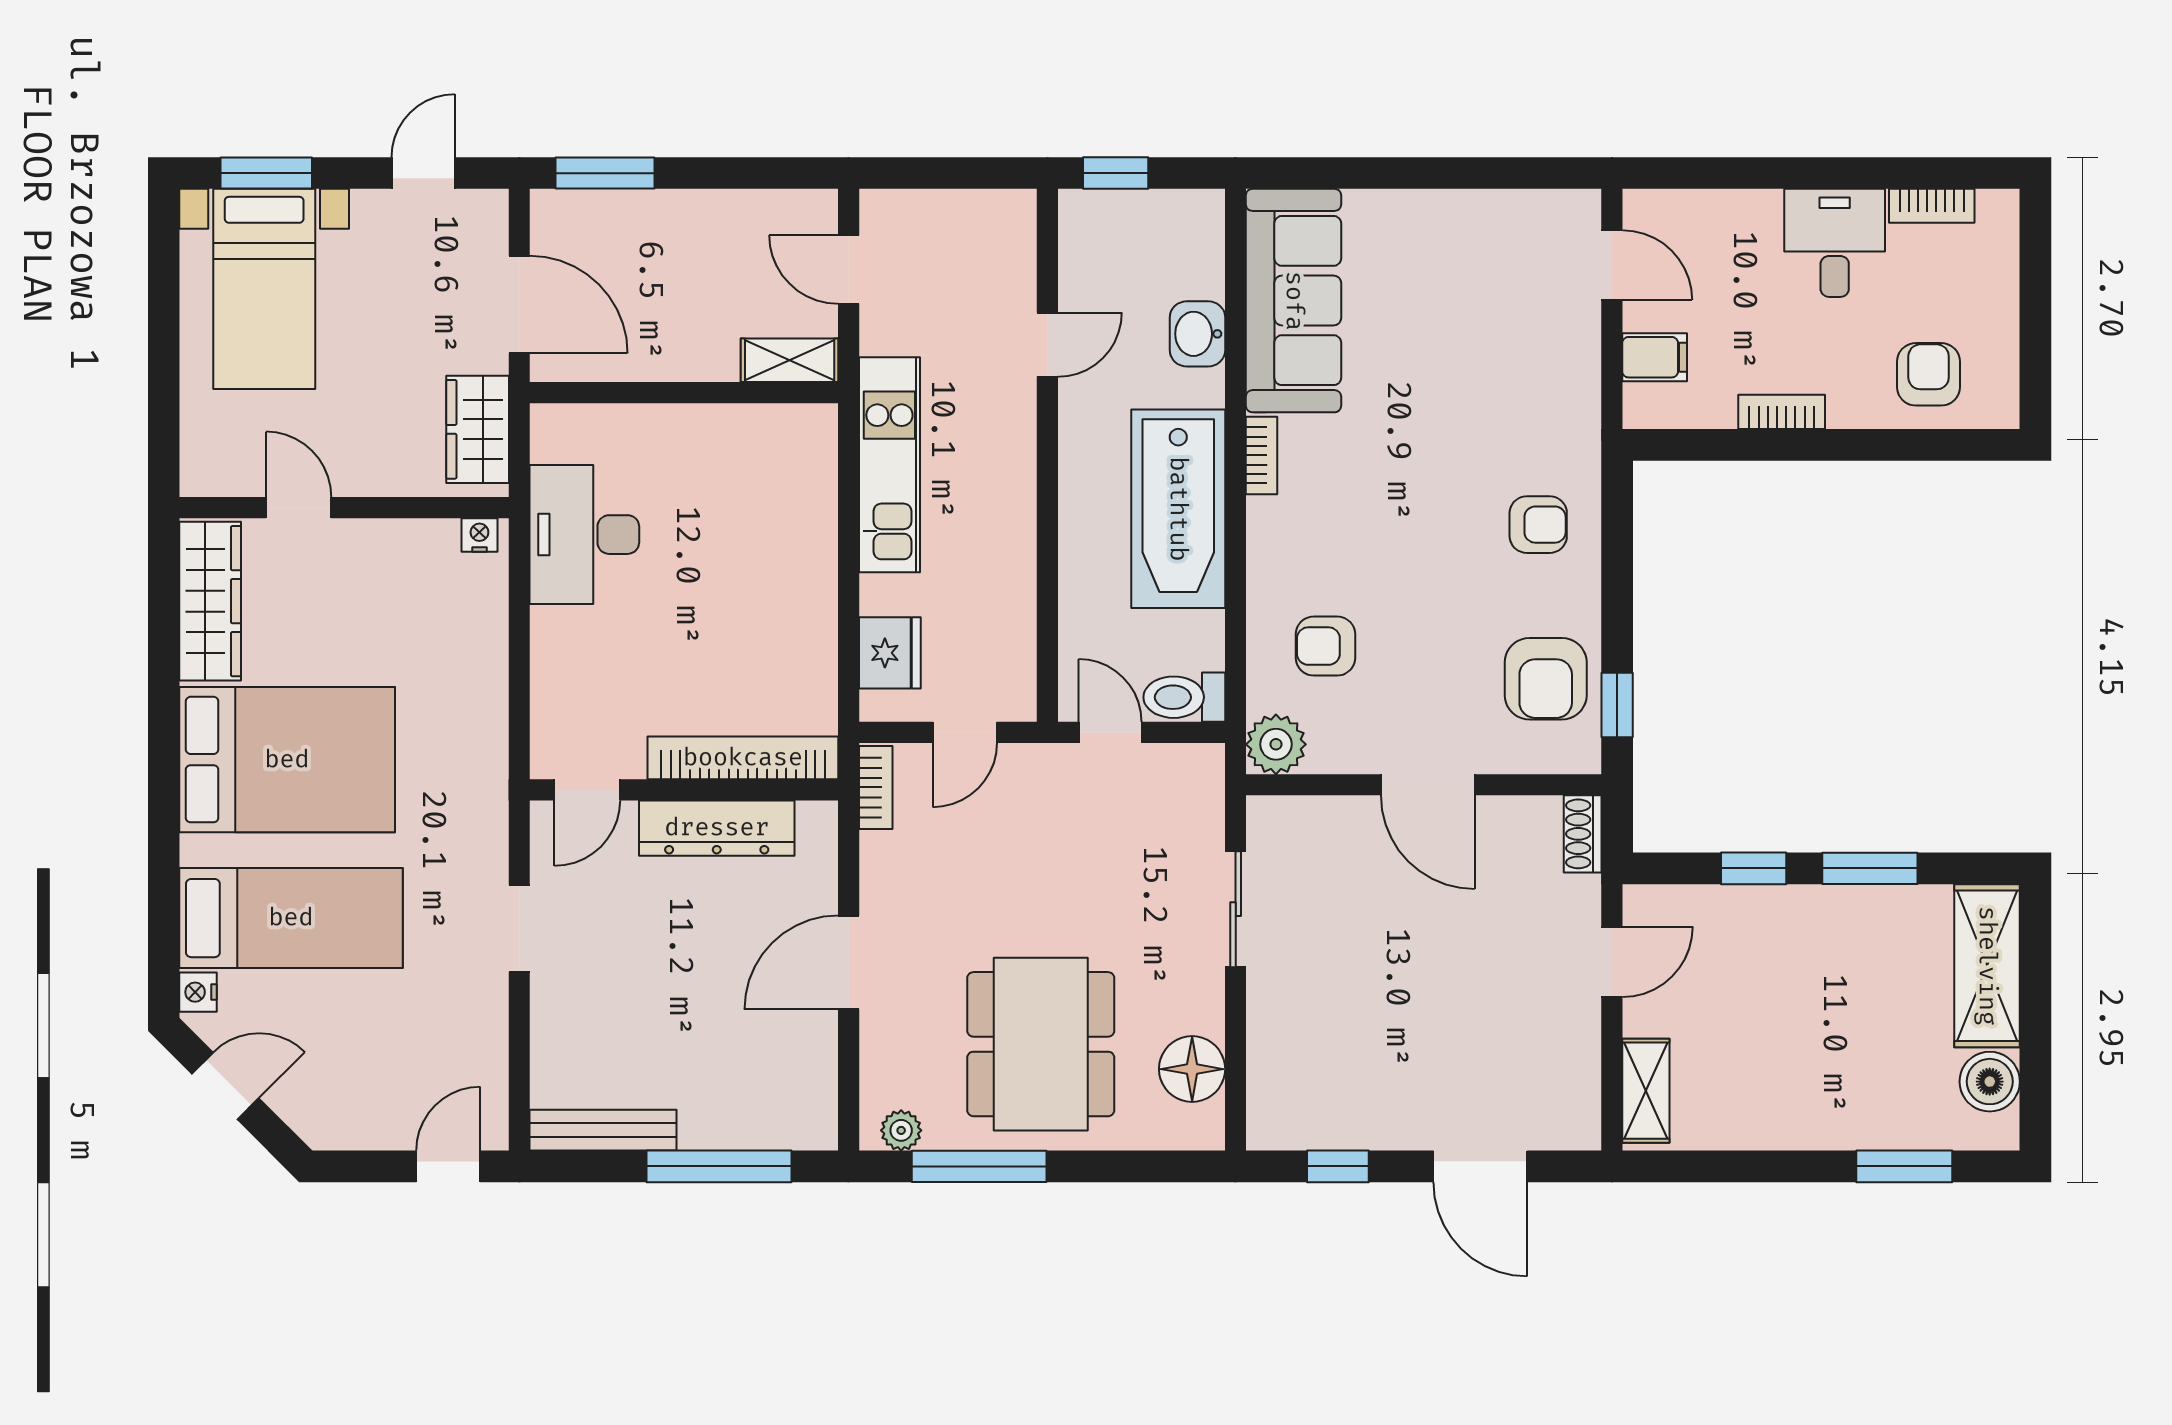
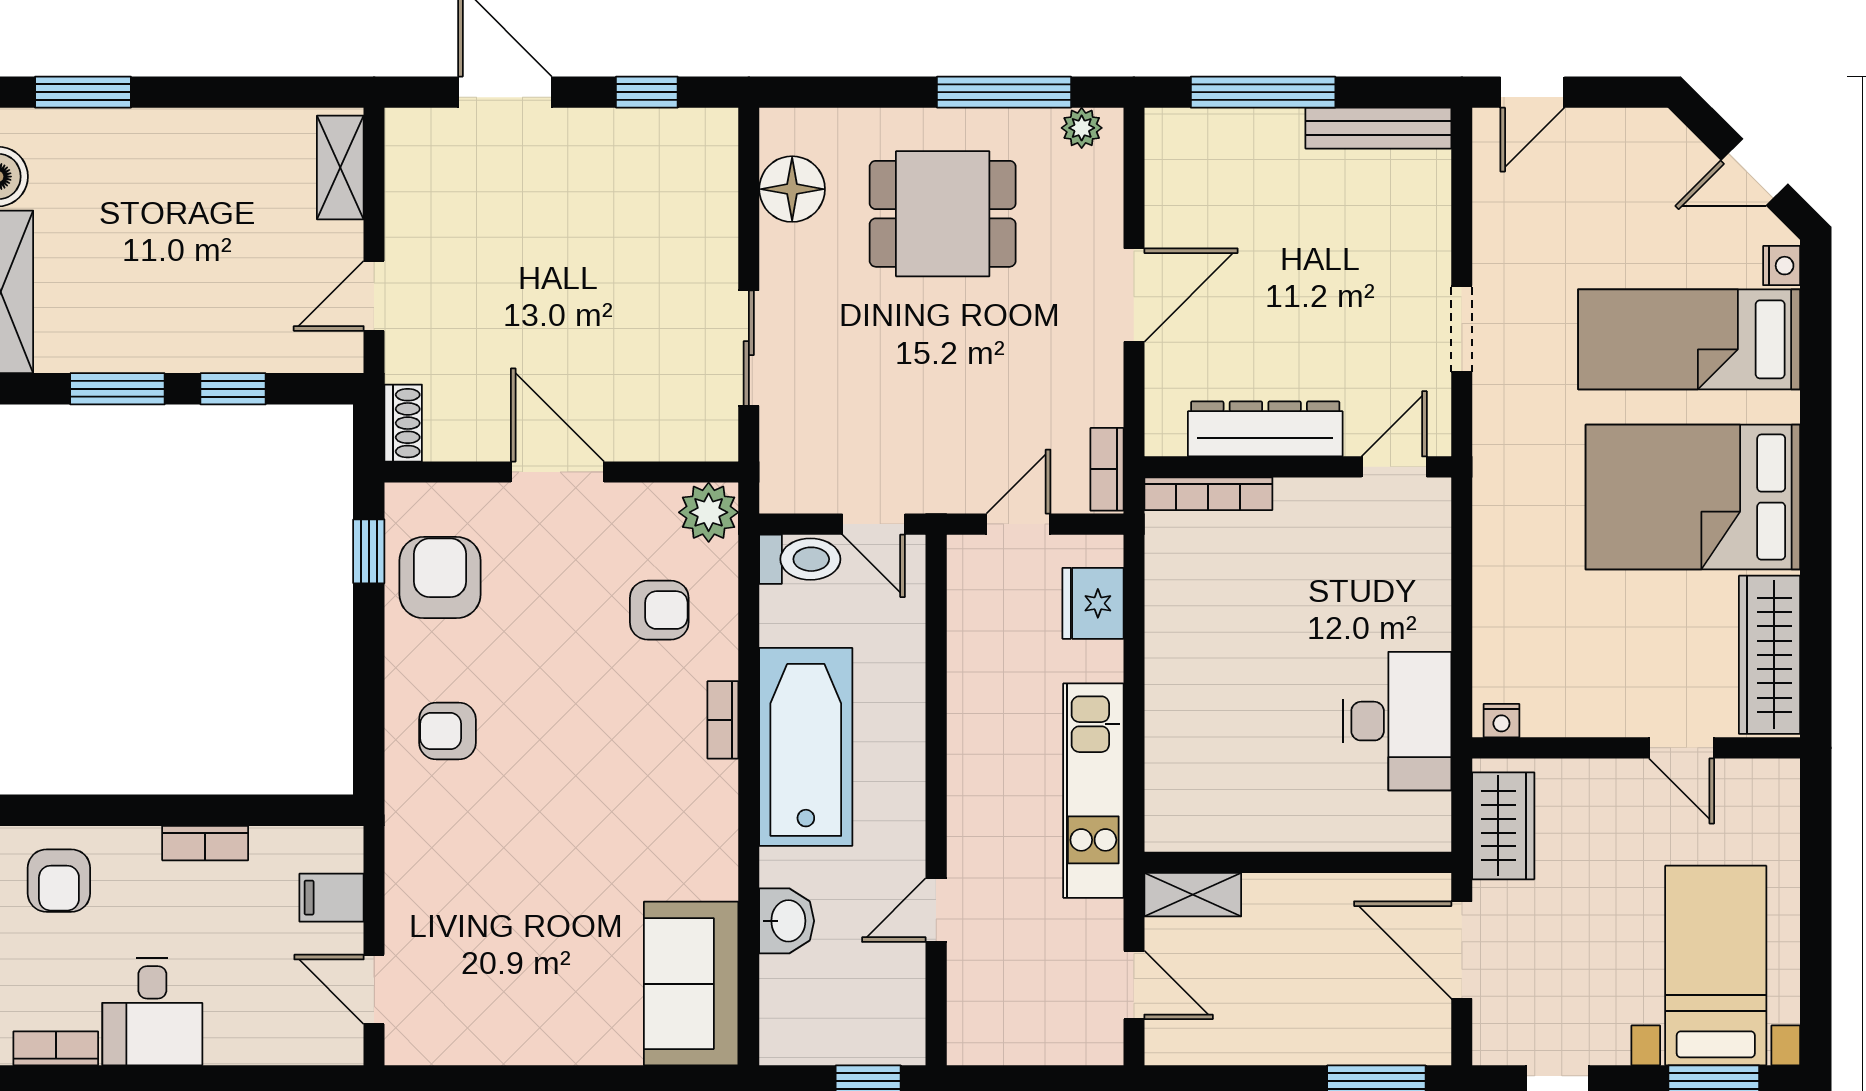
sofa: (1294, 301) -> (691, 984), width x0.73
bookcase: (1262, 455) -> (723, 720), moved
bookcase: (743, 758) -> (1208, 494), width x0.68, depth x0.76
dining table: (1041, 1044) -> (943, 214), width x0.73

